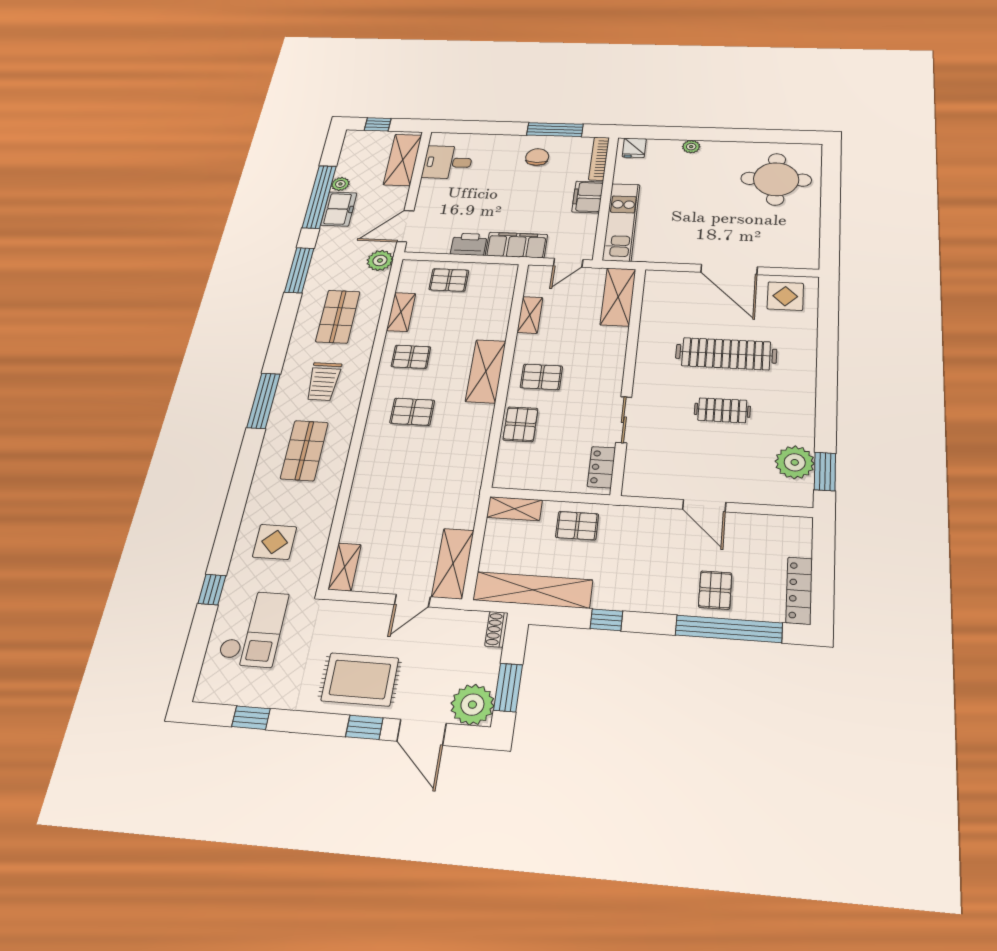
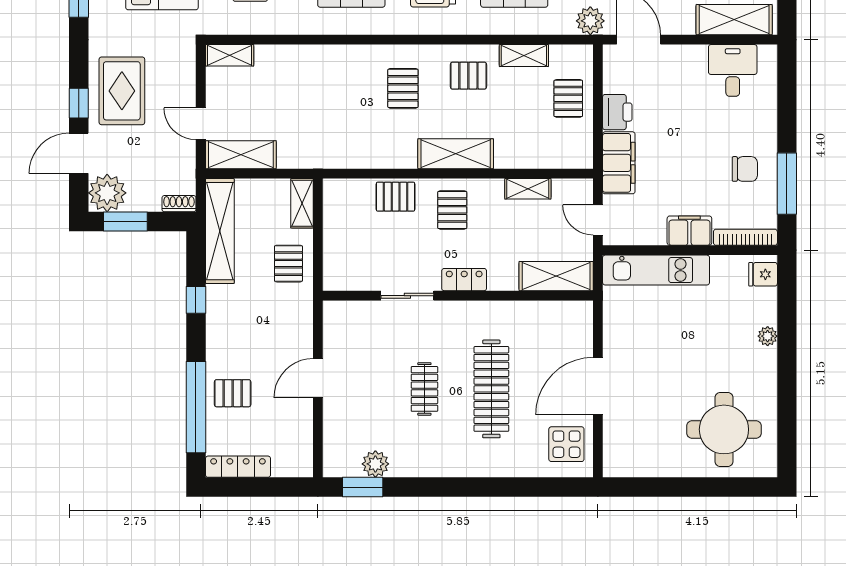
pallet: (411, 357) -> (468, 76), turned 90
plant: (795, 462) -> (375, 464), width x0.73, depth x0.73
locker: (601, 467) -> (464, 280), moved

